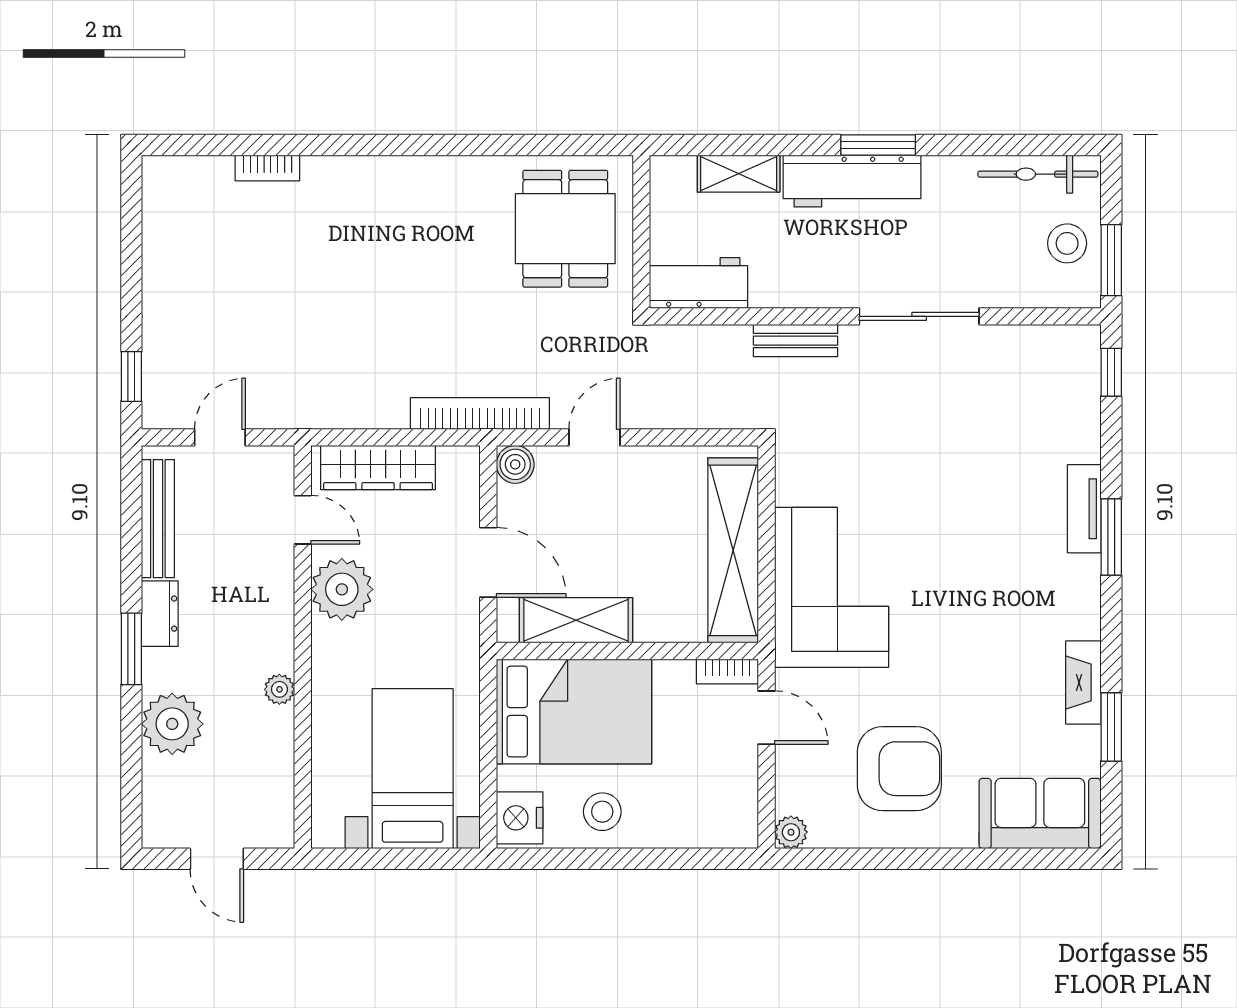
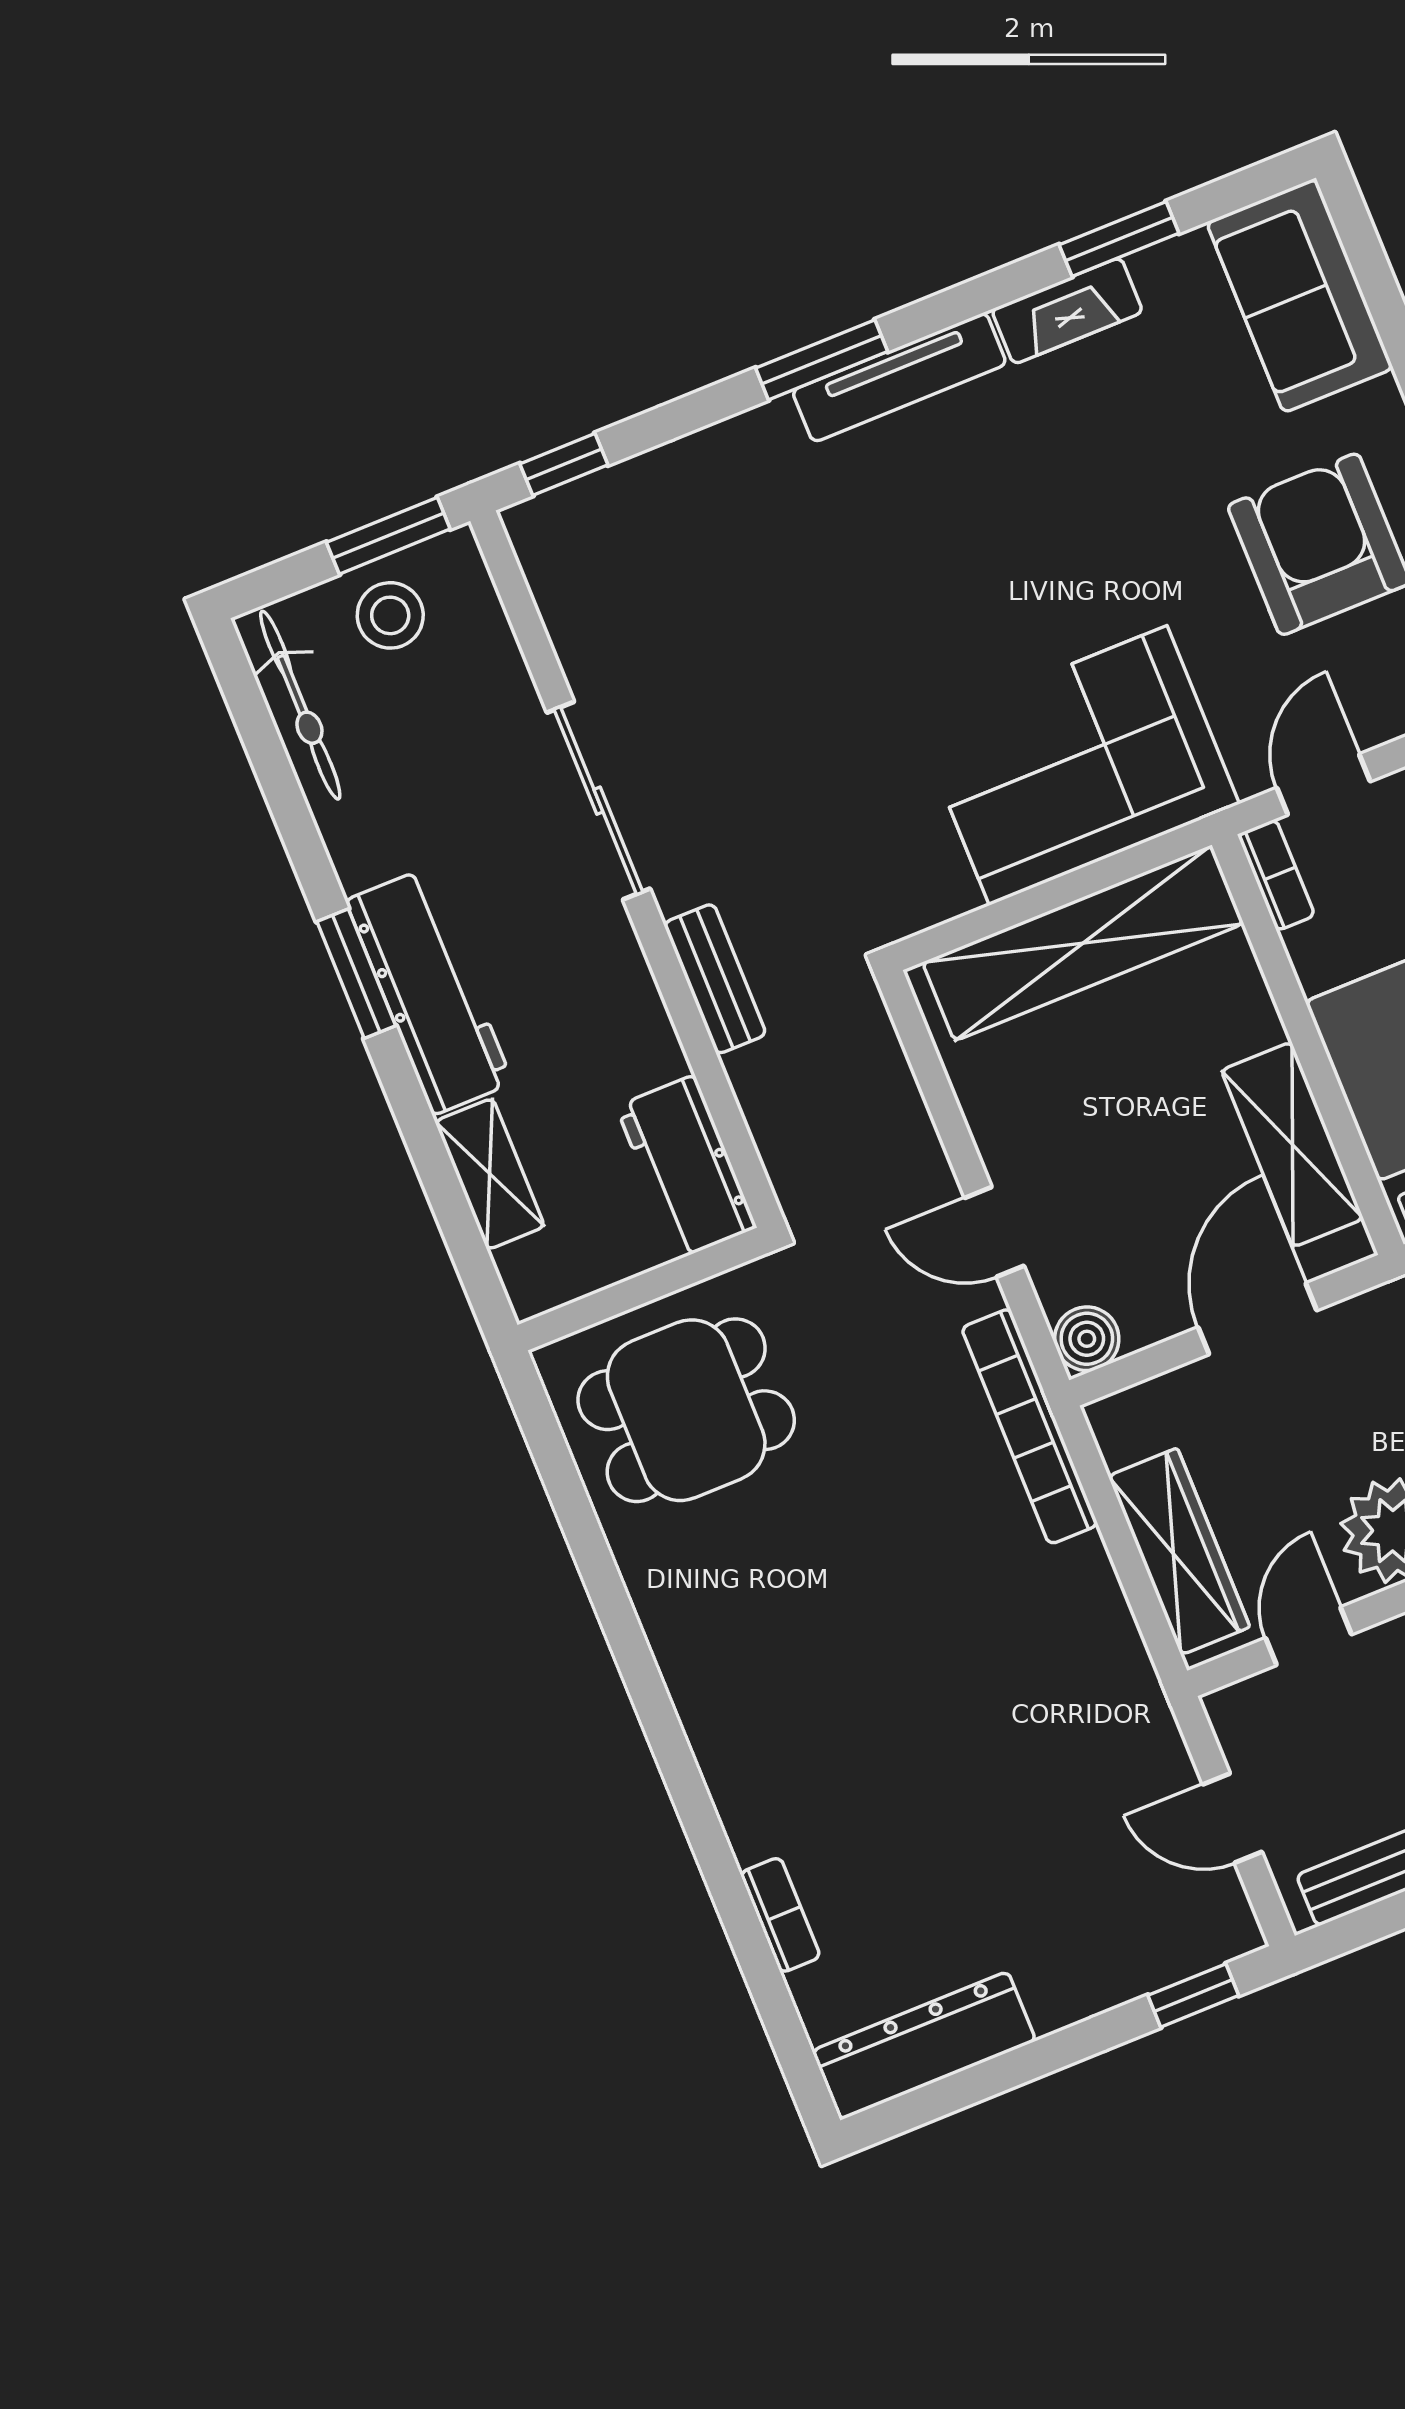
dresser: (164, 218) -> (924, 2046), added
tv unit: (1084, 509) -> (899, 377), moved, width x1.41

